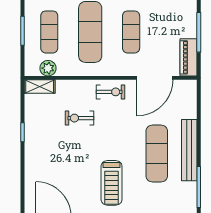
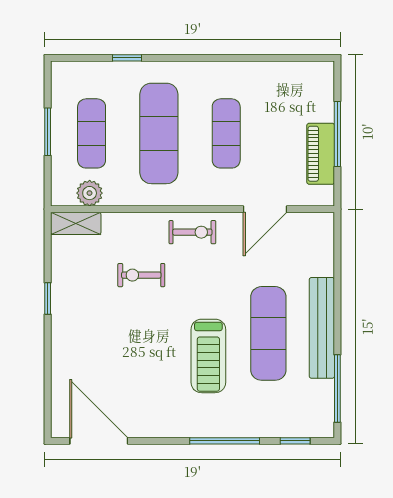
piano: (189, 57) -> (321, 154), moved
door: (155, 78) -> (265, 209), width x0.73
treadmill: (112, 183) -> (208, 356), moved

